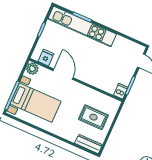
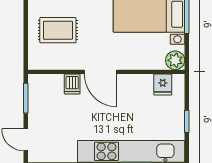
door: (63, 74) -> (101, 72), moved
dishwasher: (121, 91) -> (72, 84), moved

